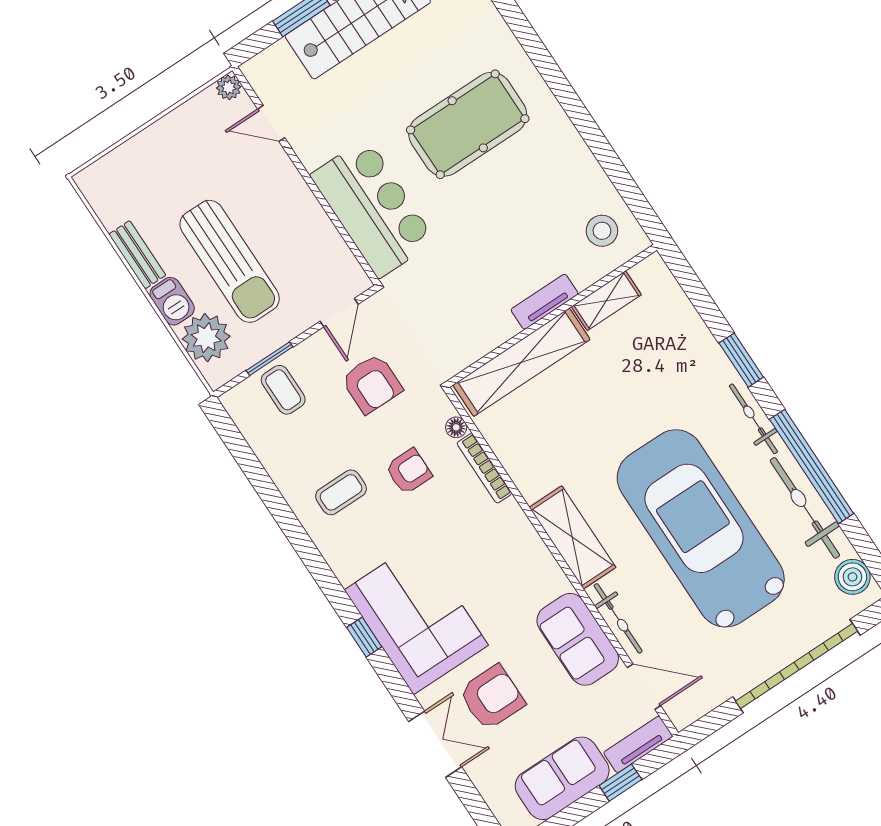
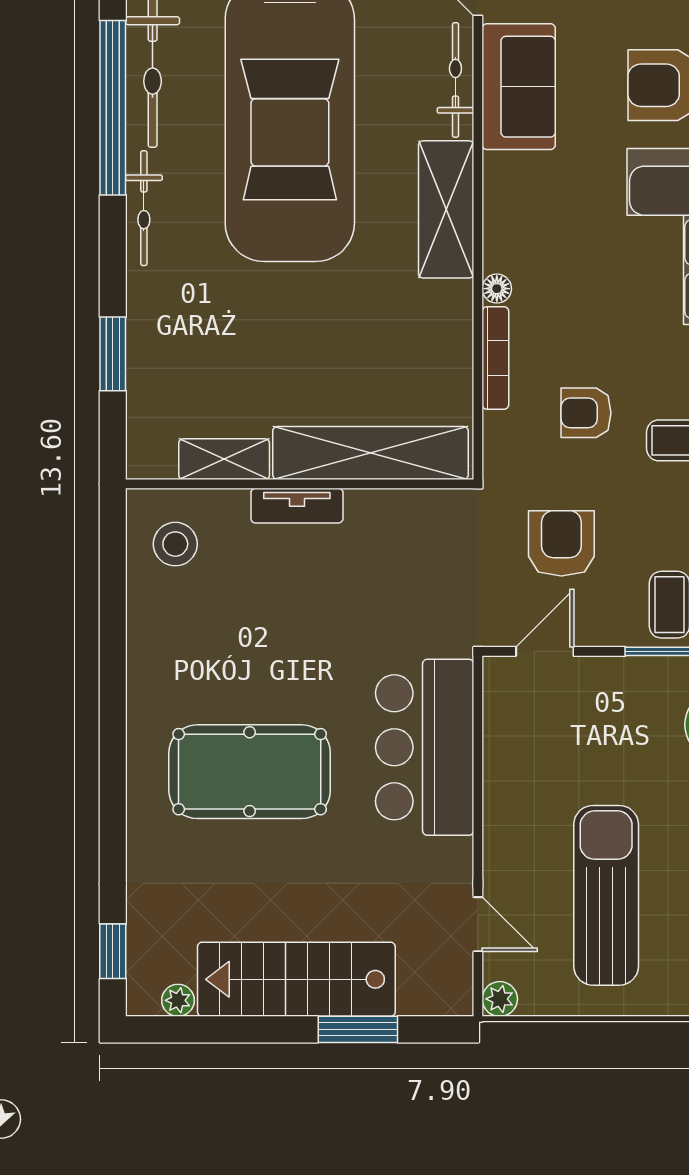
sun lounger: (230, 261) -> (606, 895), moved
window: (741, 360) -> (113, 354), moved
floor lamp: (456, 427) -> (497, 289), moved

